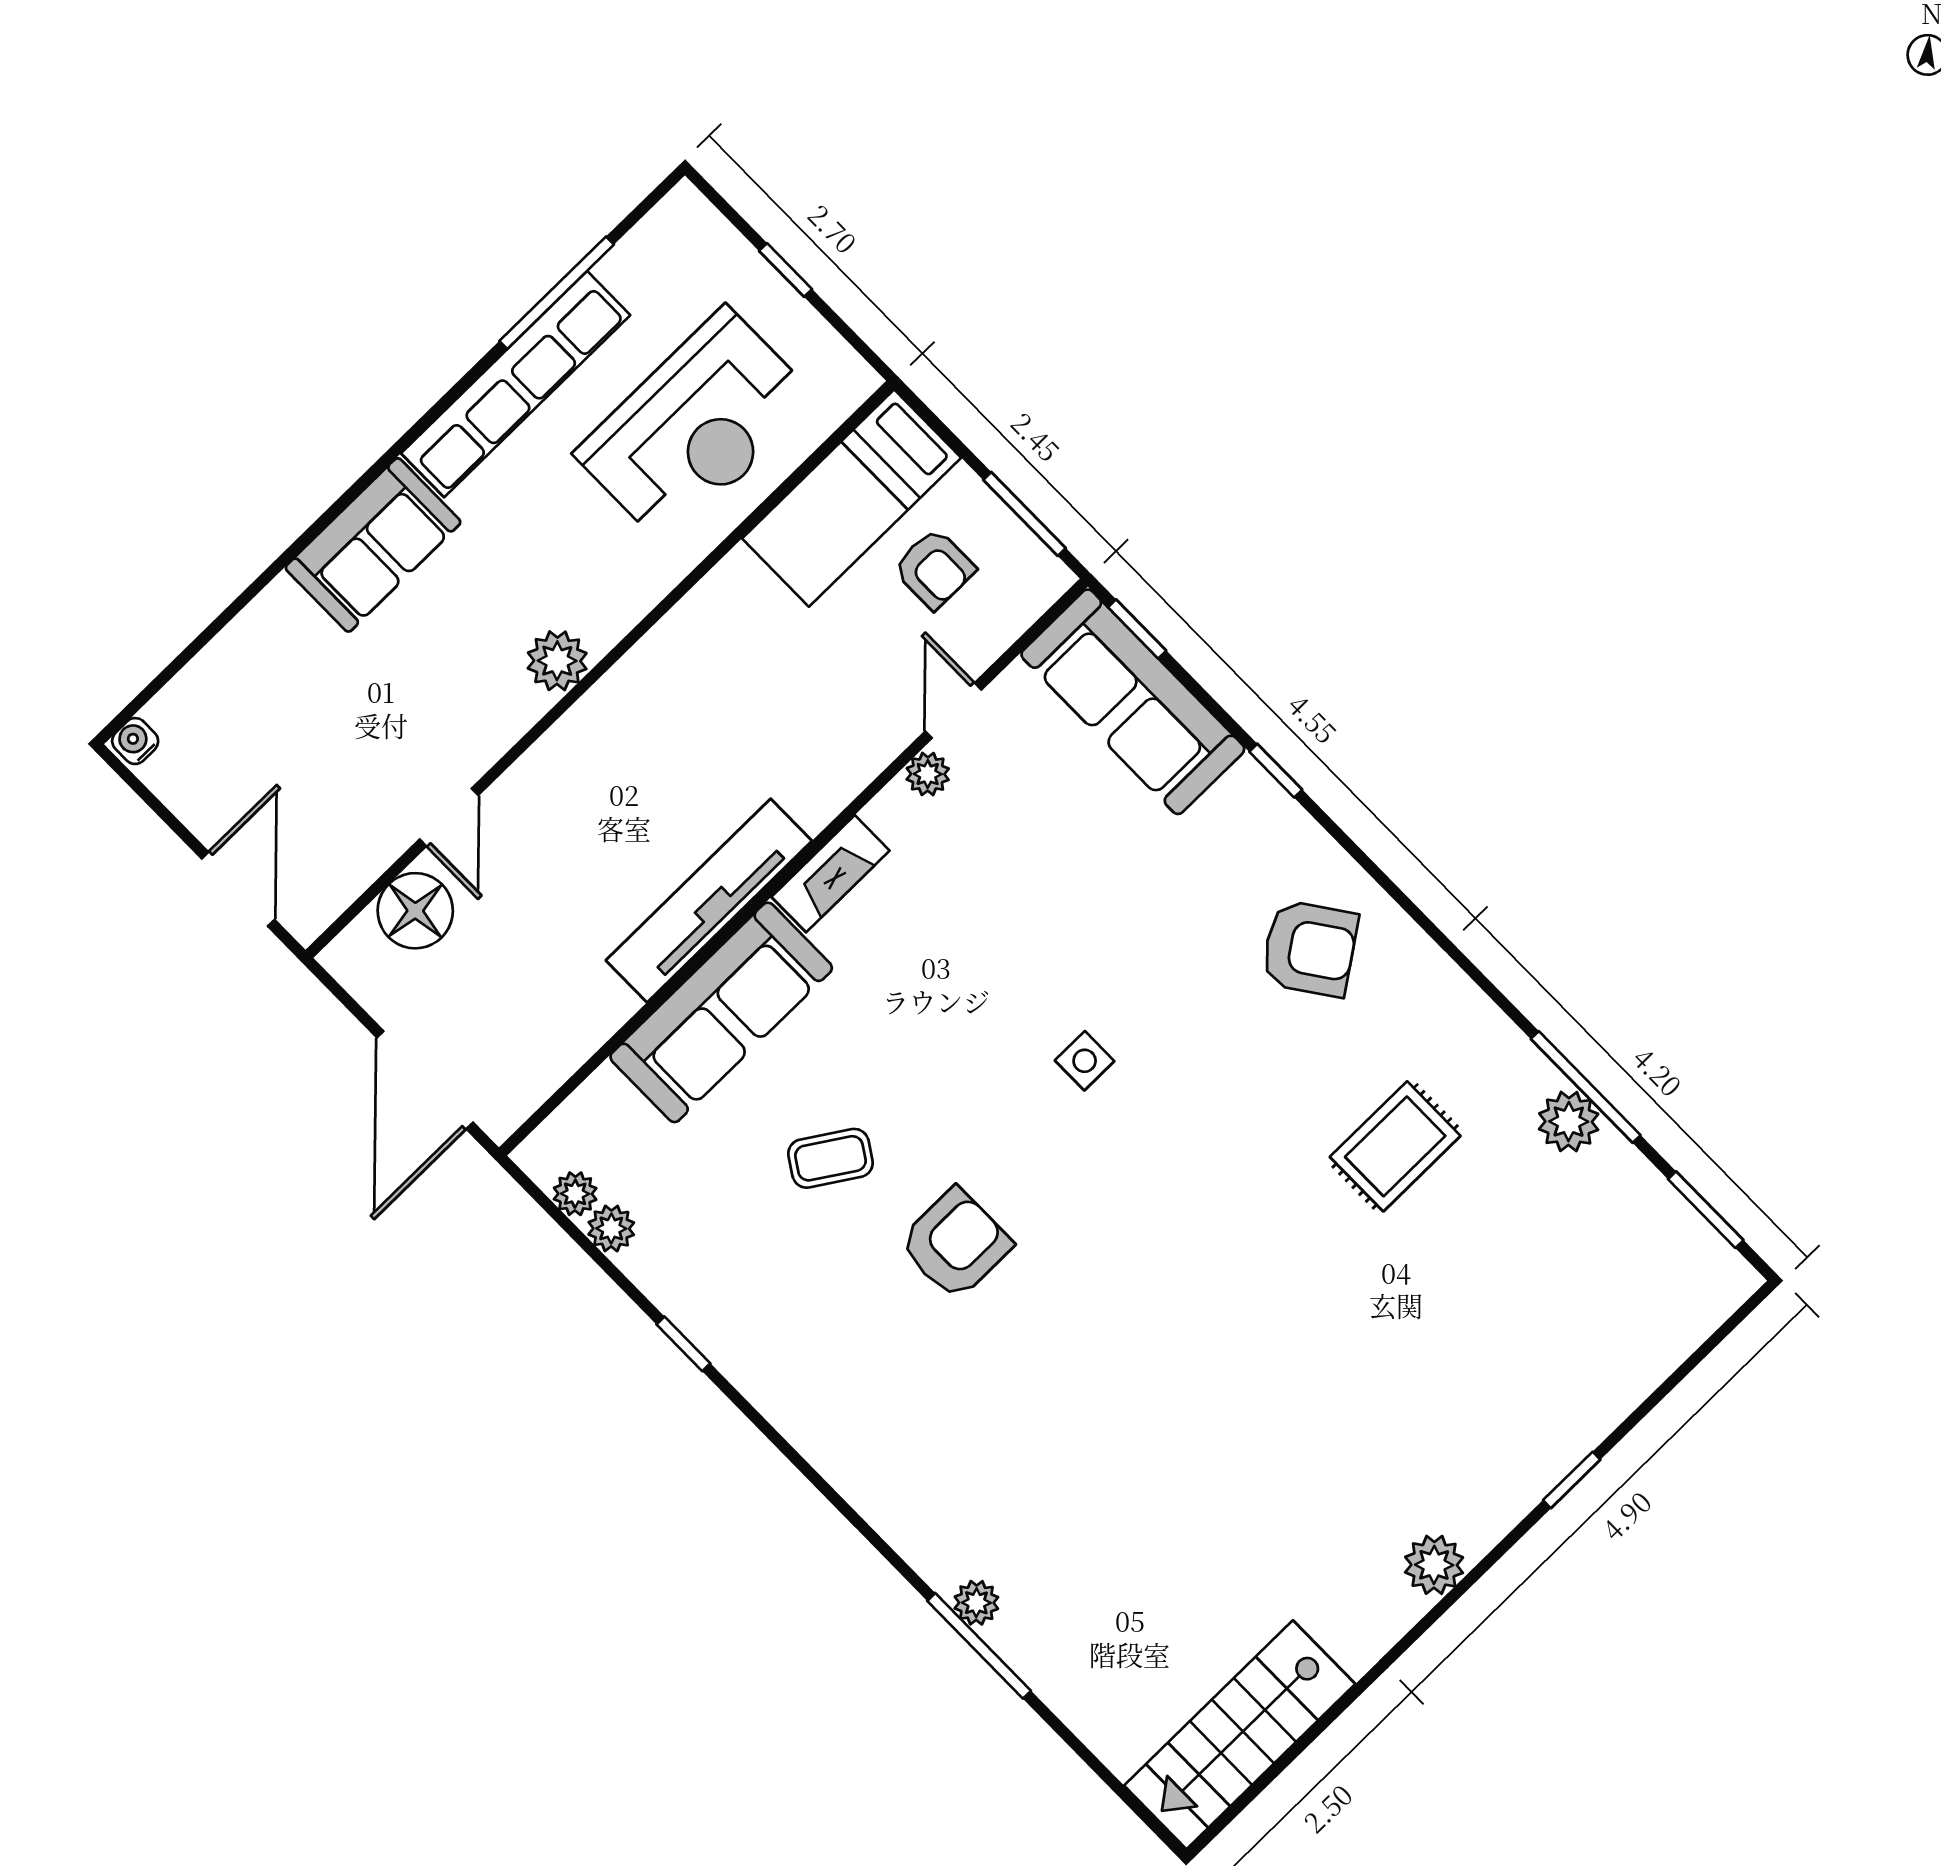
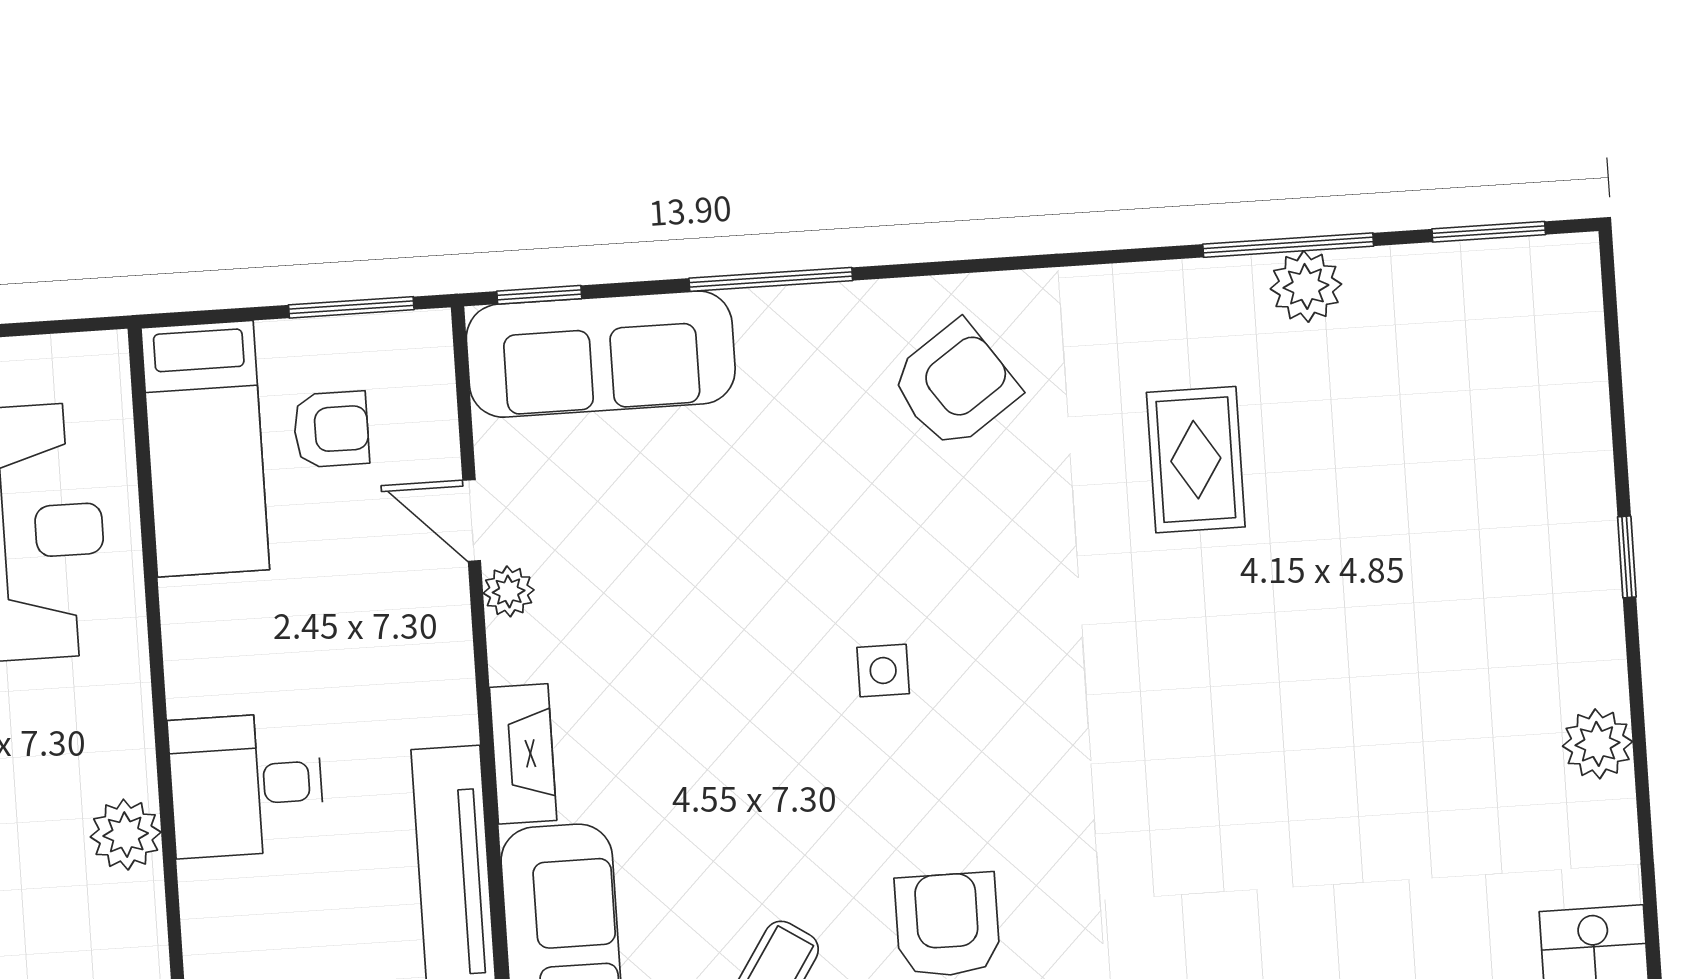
desk: (656, 711) -> (246, 785), added
window: (1276, 771) -> (771, 279), width x2.17

